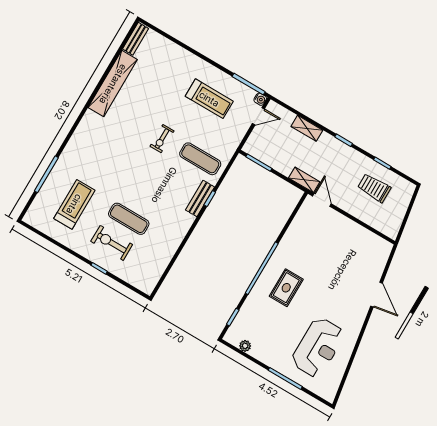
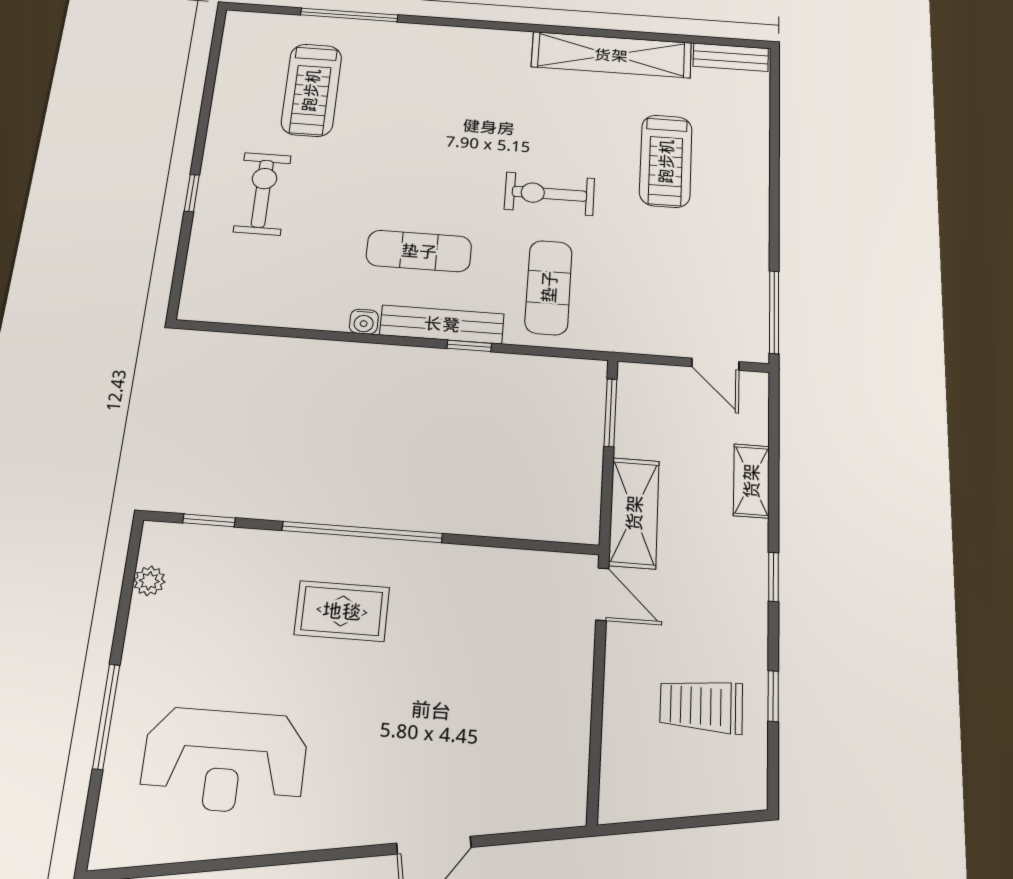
treadmill: (209, 99) -> (666, 161), moved
water cooler: (260, 99) -> (364, 322), moved
exercise bike: (162, 139) -> (549, 194), width x1.38, depth x1.39
shelving: (304, 180) -> (634, 513), width x1.50, depth x1.33
trolley: (374, 188) -> (701, 706), turned -90
bench: (200, 198) -> (442, 324), width x1.36
door: (322, 200) -> (602, 594), hinge flipped
treadmill: (74, 204) -> (311, 90), turned 90
exercise mat: (129, 219) -> (419, 251), moved, turned 90

